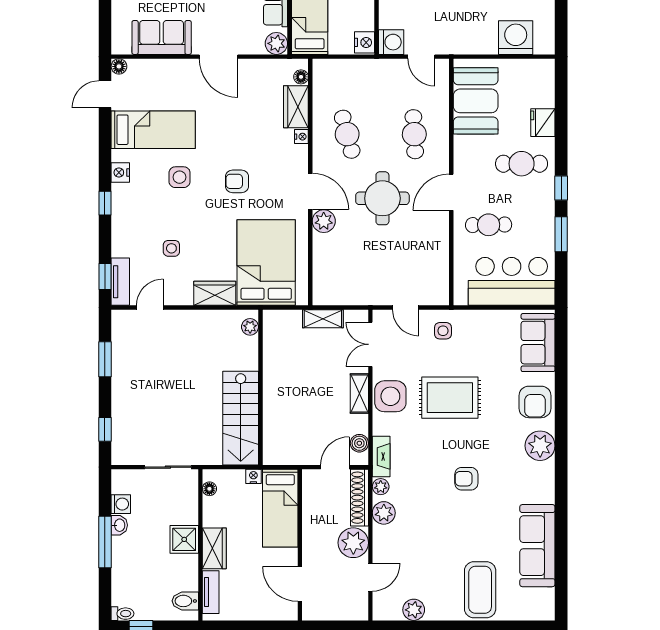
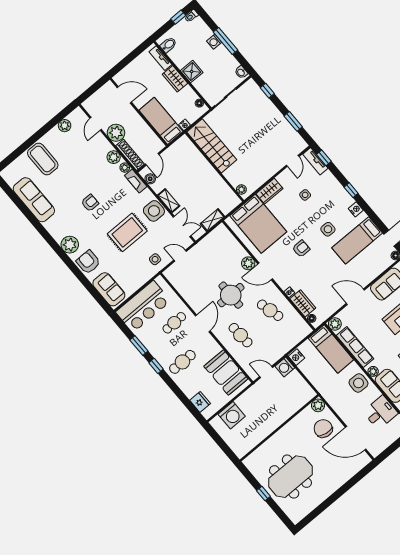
fridge: (543, 123) -> (200, 402), moved
washing machine: (121, 504) -> (214, 42), moved
washbasin: (119, 525) -> (241, 72), moved

